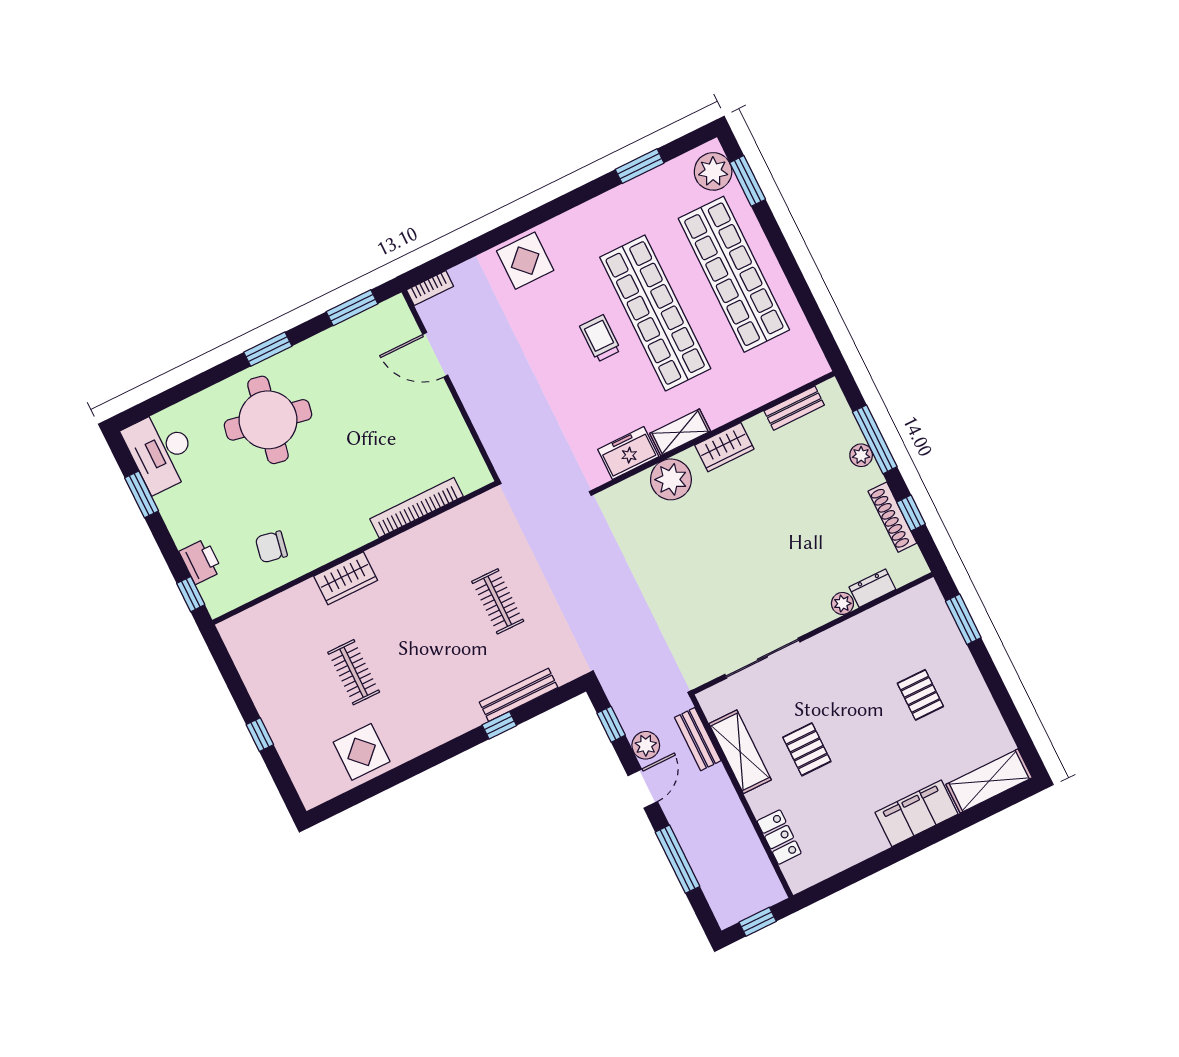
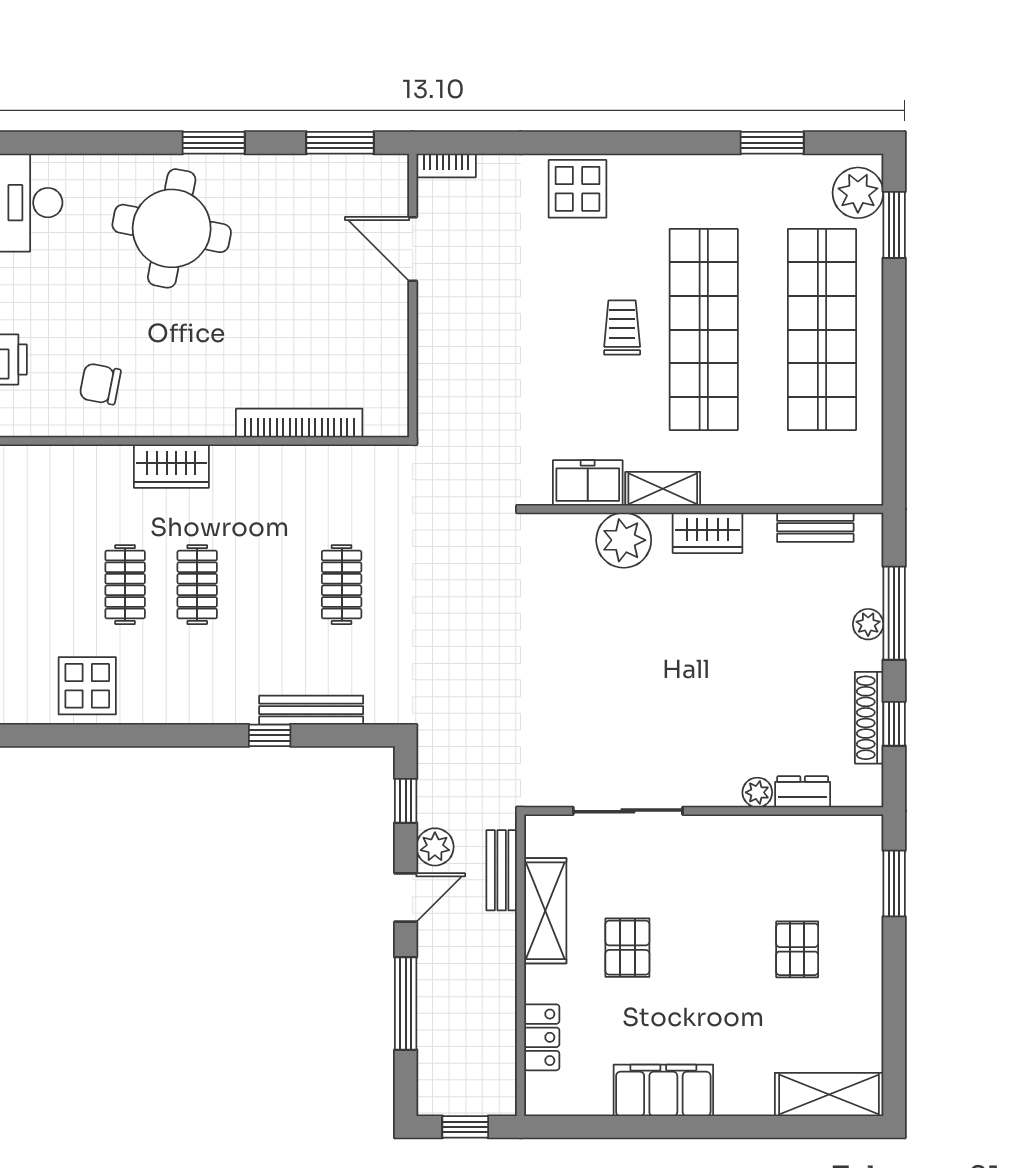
clothes rail: (402, 649) -> (197, 585), added
filing cabinet: (917, 813) -> (663, 1090), moved

